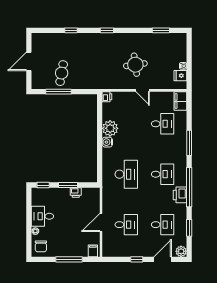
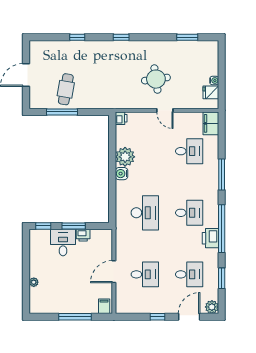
desk: (42, 216) -> (63, 242), moved, turned 90
chair: (41, 246) -> (41, 301), removed

